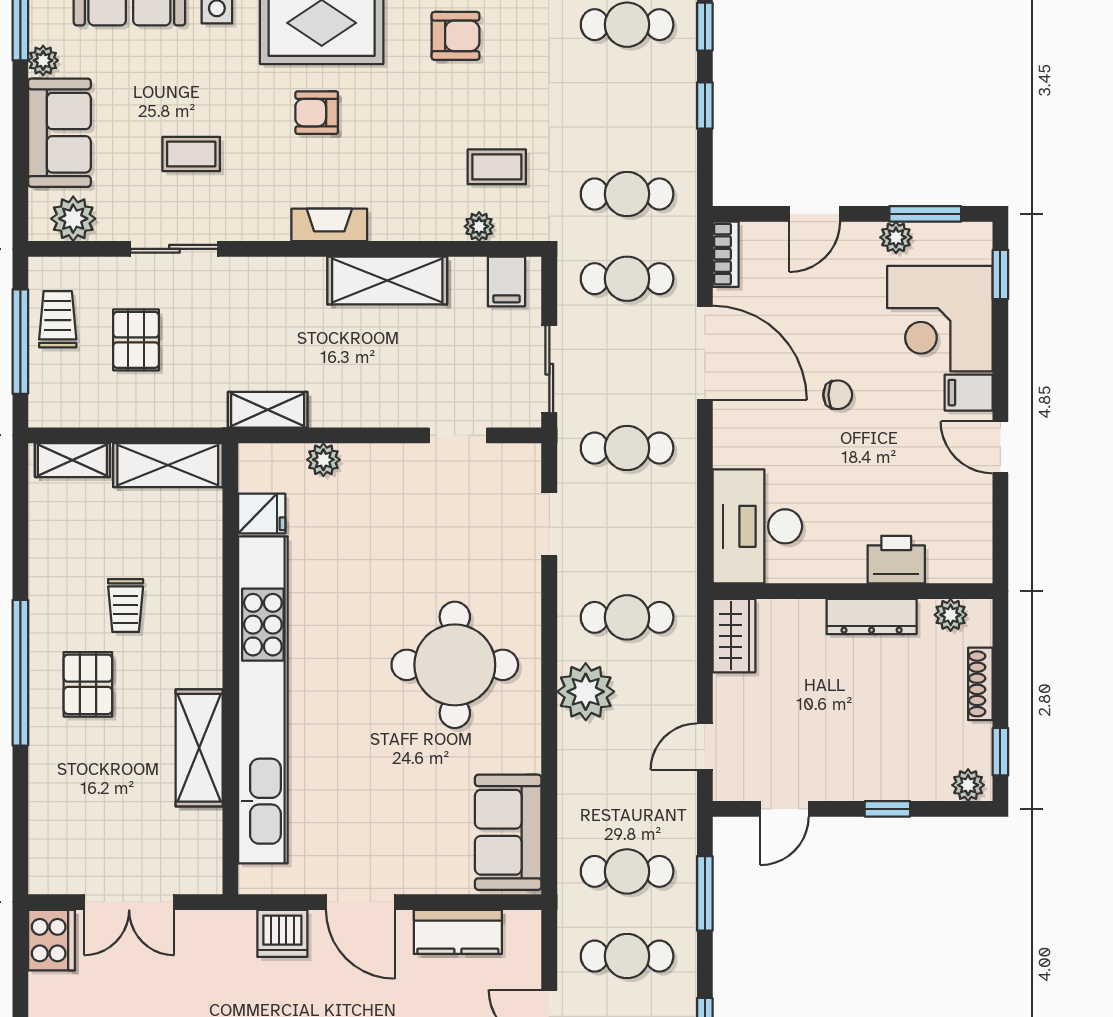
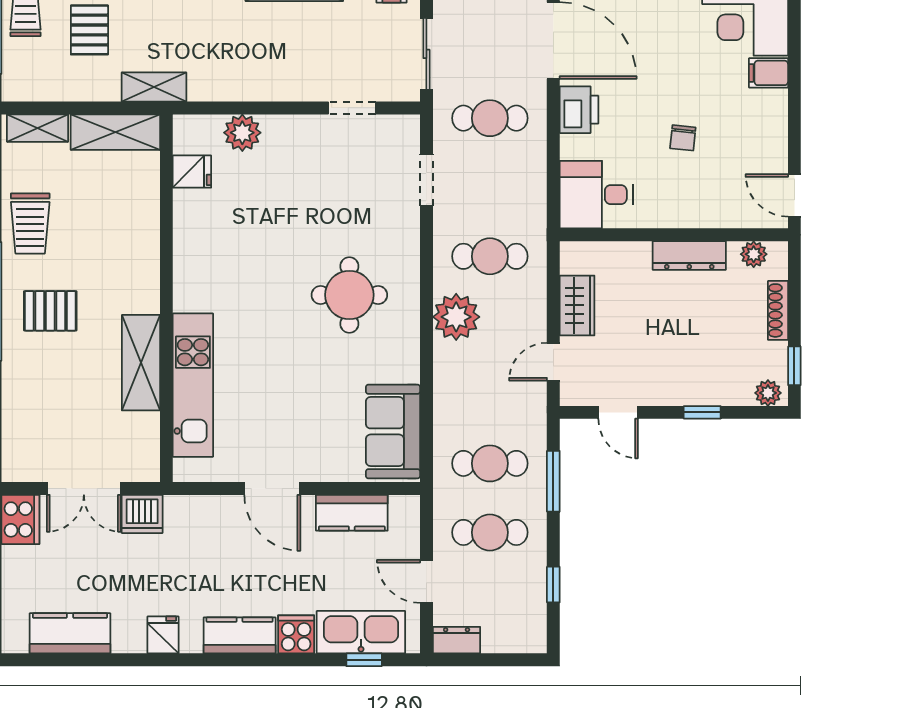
chair: (838, 395) -> (683, 138), moved, turned 96
shelving: (268, 410) -> (154, 87), moved
door: (1000, 447) -> (794, 195), moved
plant: (323, 460) -> (242, 133), width x1.38, depth x1.38
desk: (757, 526) -> (596, 195), width x0.73
printer: (896, 560) -> (579, 110), moved, turned 90
trolley: (126, 605) -> (30, 224), moved, width x1.36, depth x1.39
wardrobe: (734, 636) -> (577, 305), moved
round table: (455, 665) -> (349, 295), width x0.73, depth x0.73
pallet: (88, 684) -> (50, 311), turned 90
kitchen unit: (263, 700) -> (193, 385), width x0.54
door: (784, 809) -> (618, 412), hinge flipped
dishwasher: (282, 933) -> (142, 514), moved

